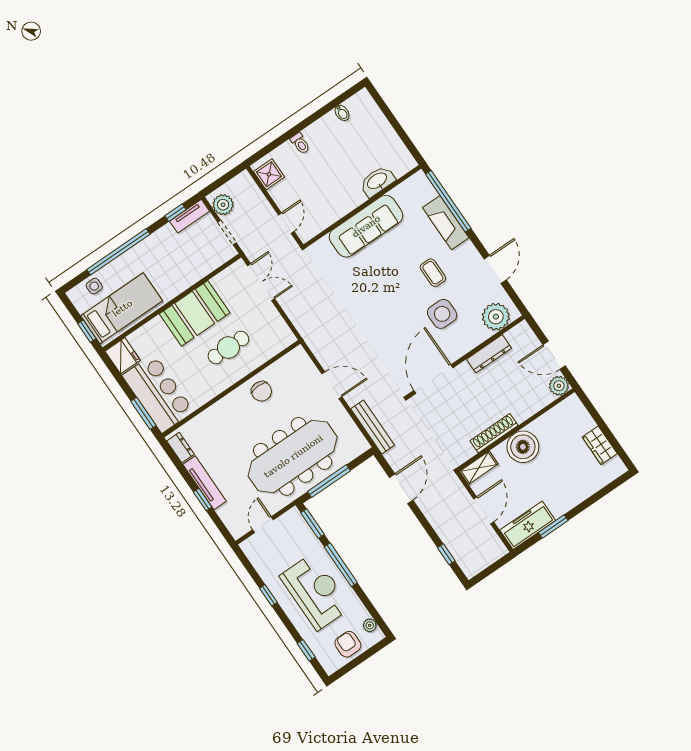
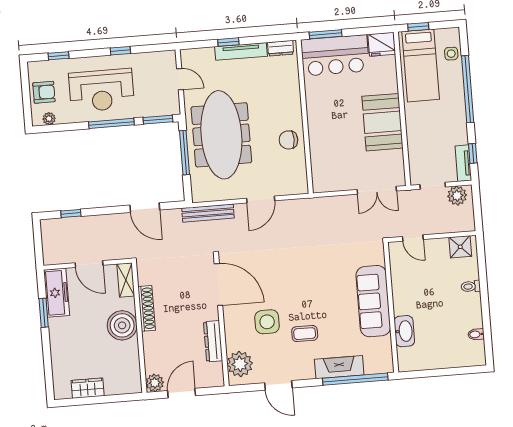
cafe table: (228, 348) -> (339, 134), removed

